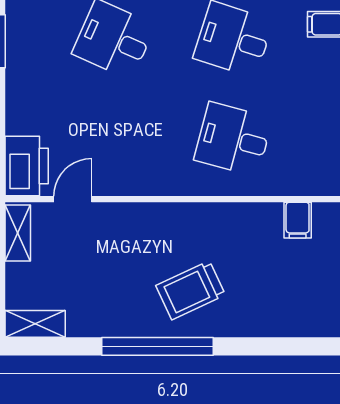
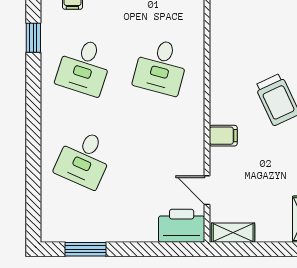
filing cabinet: (298, 220) -> (223, 136), moved

